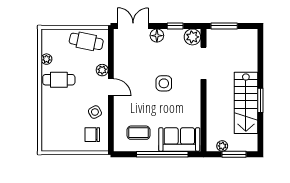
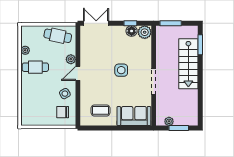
floor lamp: (157, 36) -> (132, 31), moved
doorway: (203, 63) -> (154, 81), moved
door: (111, 87) -> (78, 73), swing flipped
window: (260, 100) -> (200, 45), moved
stairs: (246, 103) -> (188, 64), moved
window: (162, 154) -> (120, 128), removed

